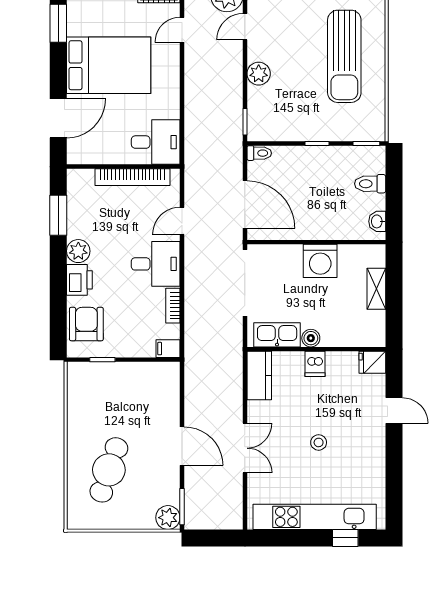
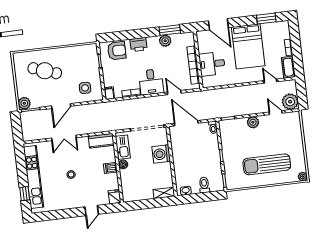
desk: (156, 142) -> (212, 64), moved, turned 90
door: (245, 205) -> (186, 123), swing flipped
plant: (78, 251) -> (165, 41), moved
washing machine: (320, 261) -> (161, 154), moved
shelving: (376, 289) -> (164, 193), moved
side table: (152, 395) -> (85, 88), added

